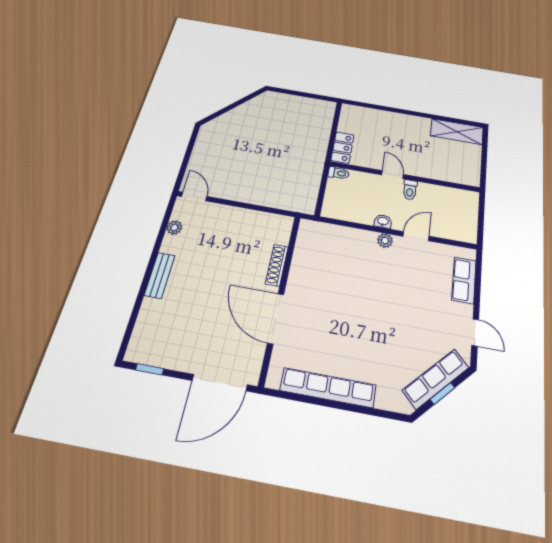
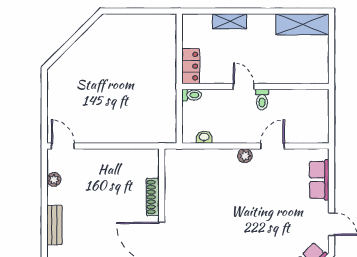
shelving: (387, 117) -> (230, 21), added
washbasin: (383, 221) -> (204, 137), moved

